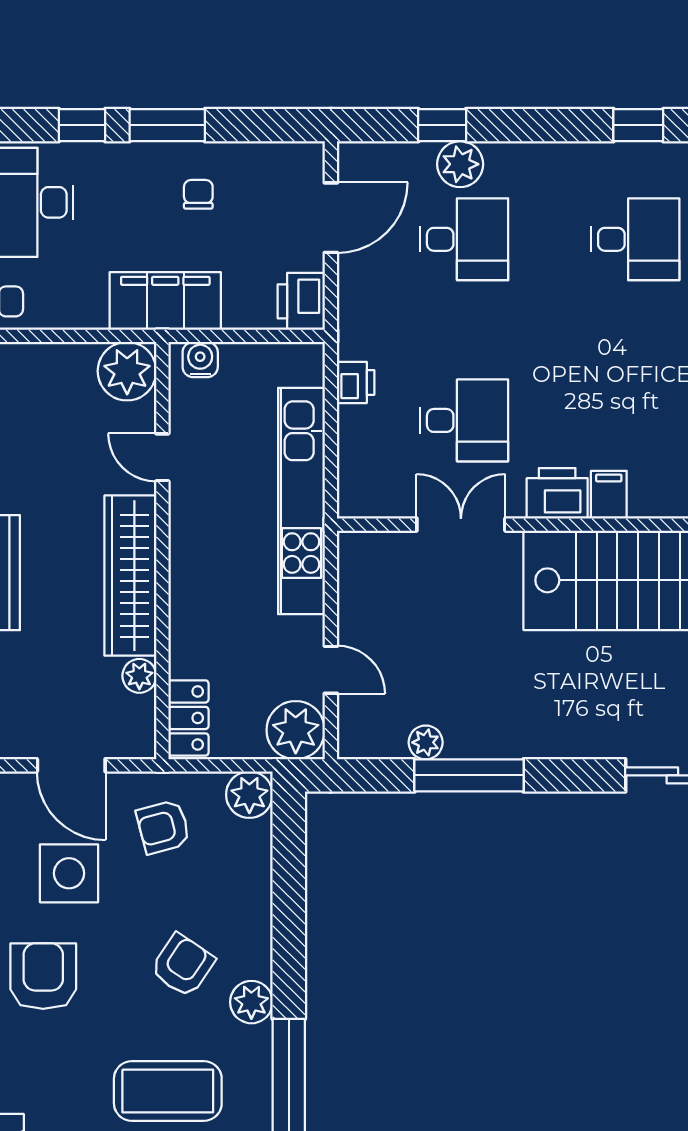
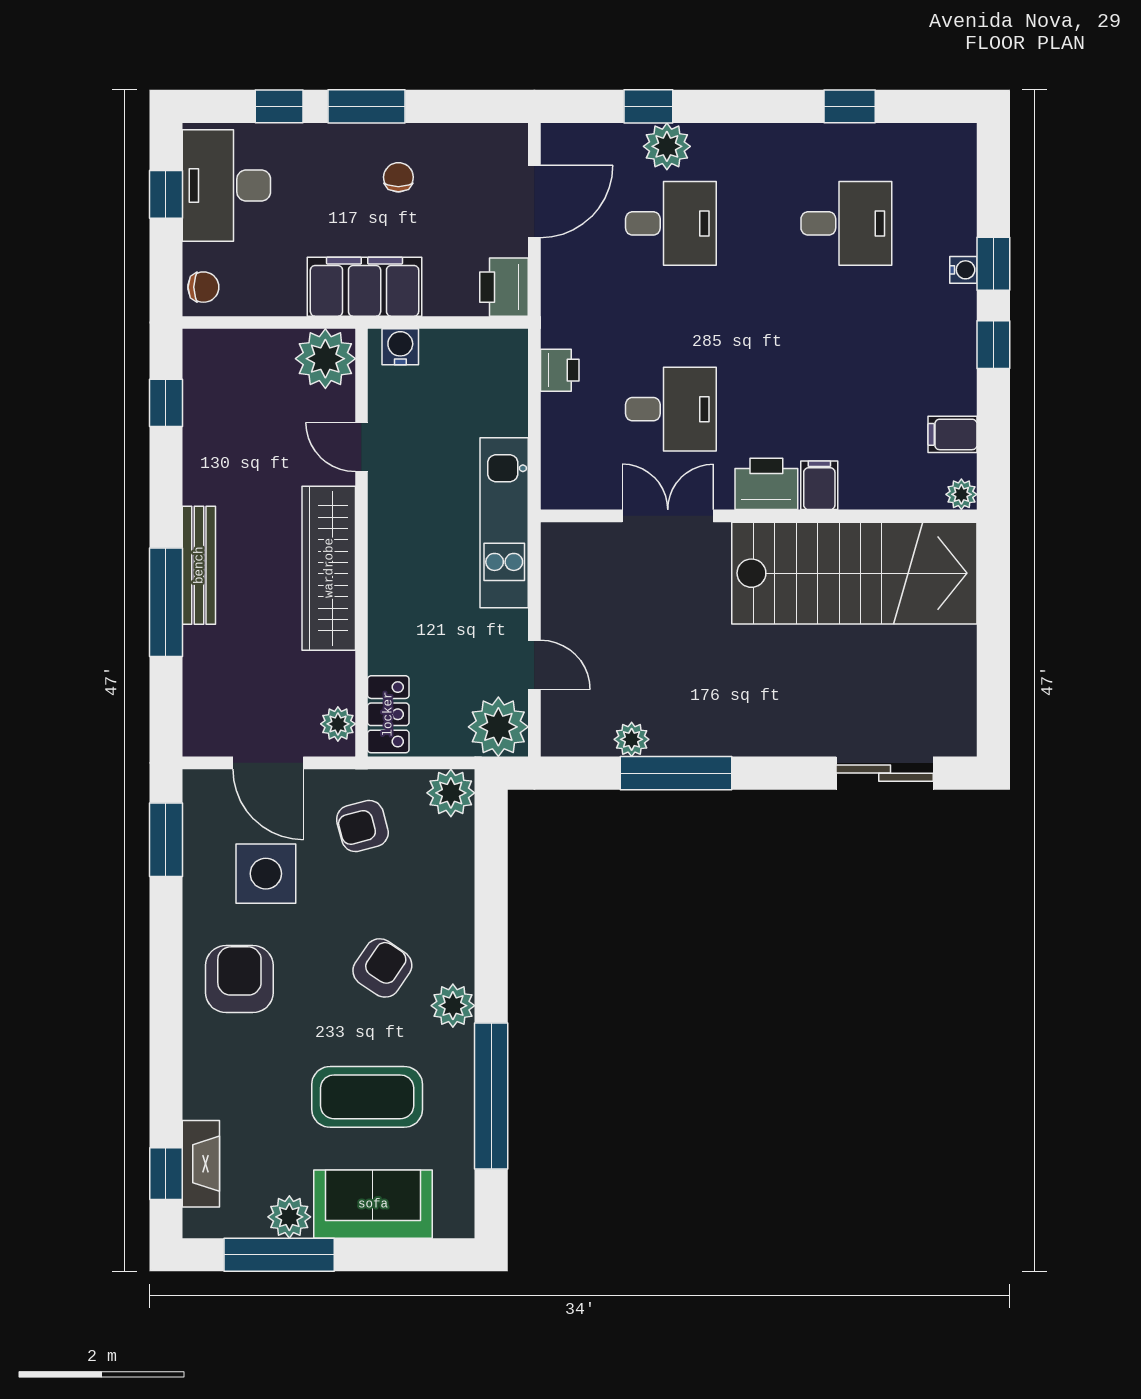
kitchen unit: (301, 501) -> (504, 523), width x0.73
plant: (139, 676) -> (338, 724), moved

